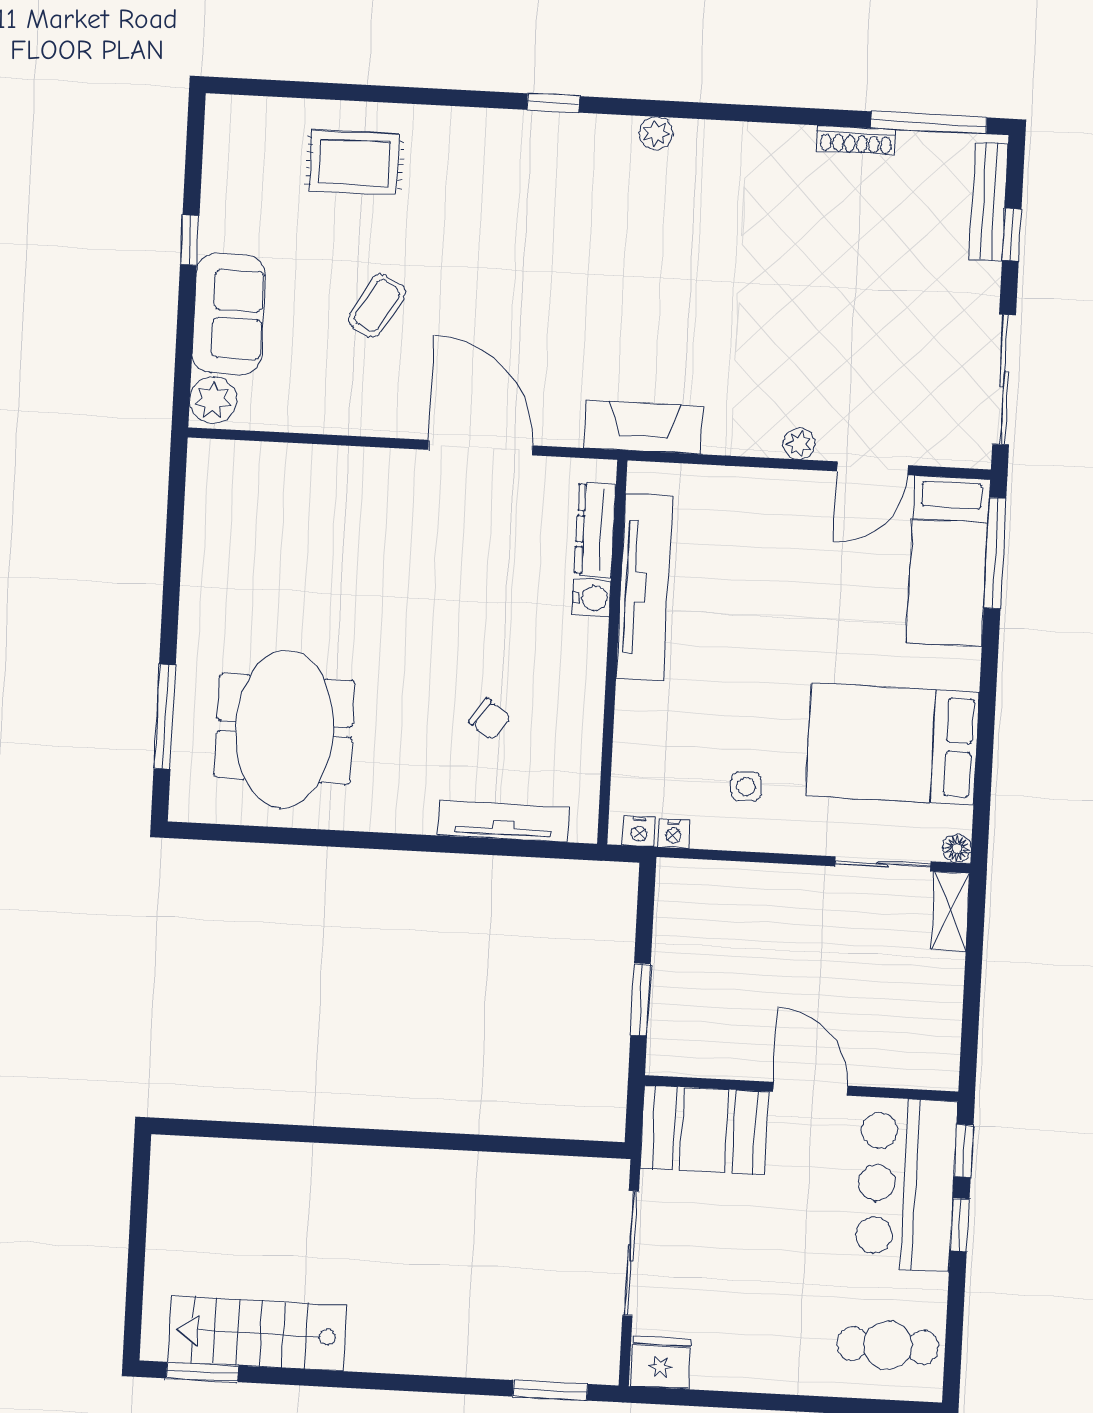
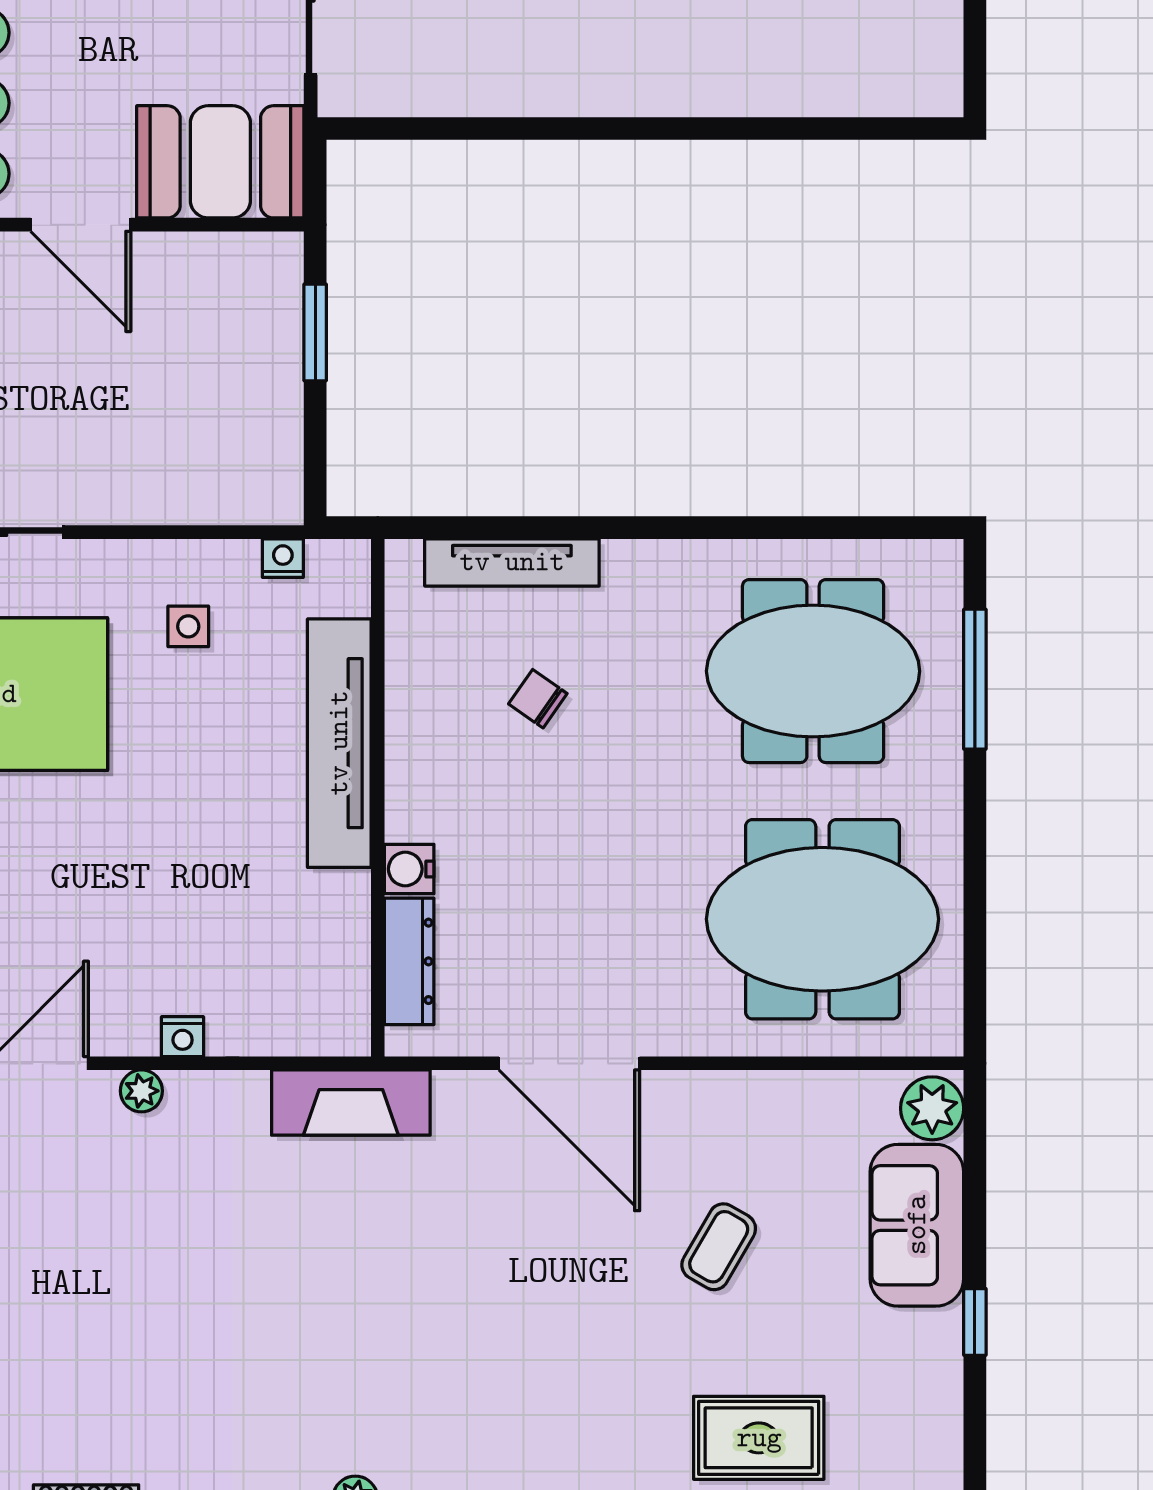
meeting table: (287, 545) -> (822, 919), added
tv unit: (644, 587) -> (339, 743), moved
meeting table: (284, 729) -> (813, 671), turned 90
nightstand: (639, 831) -> (183, 1037), moved, turned 180

